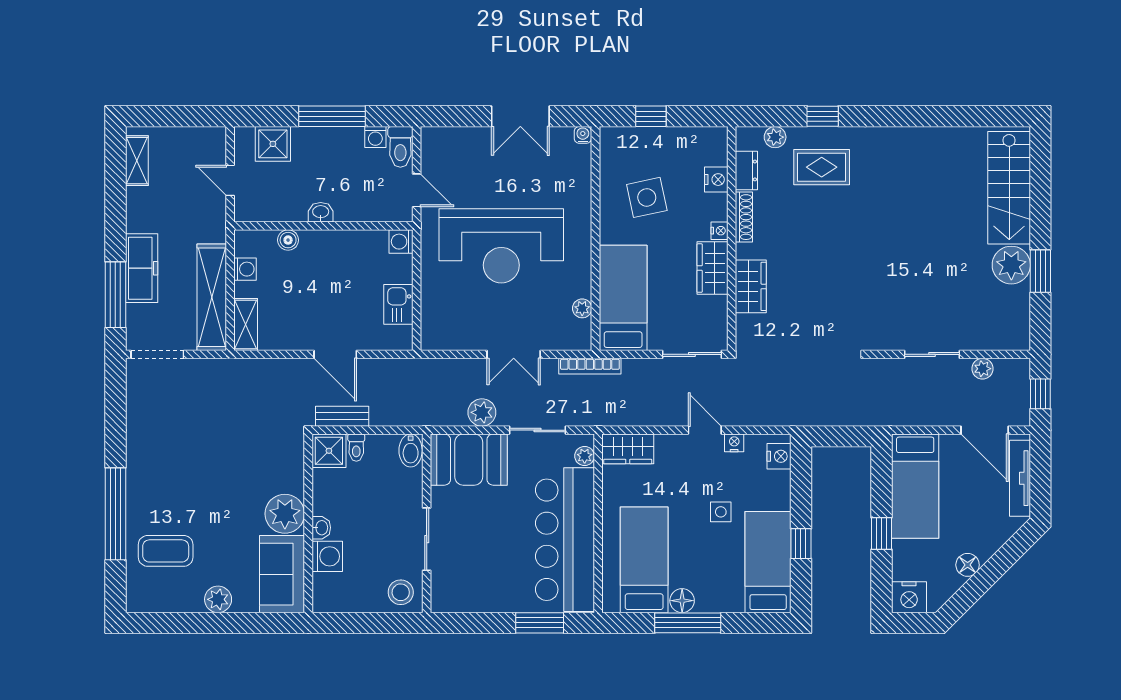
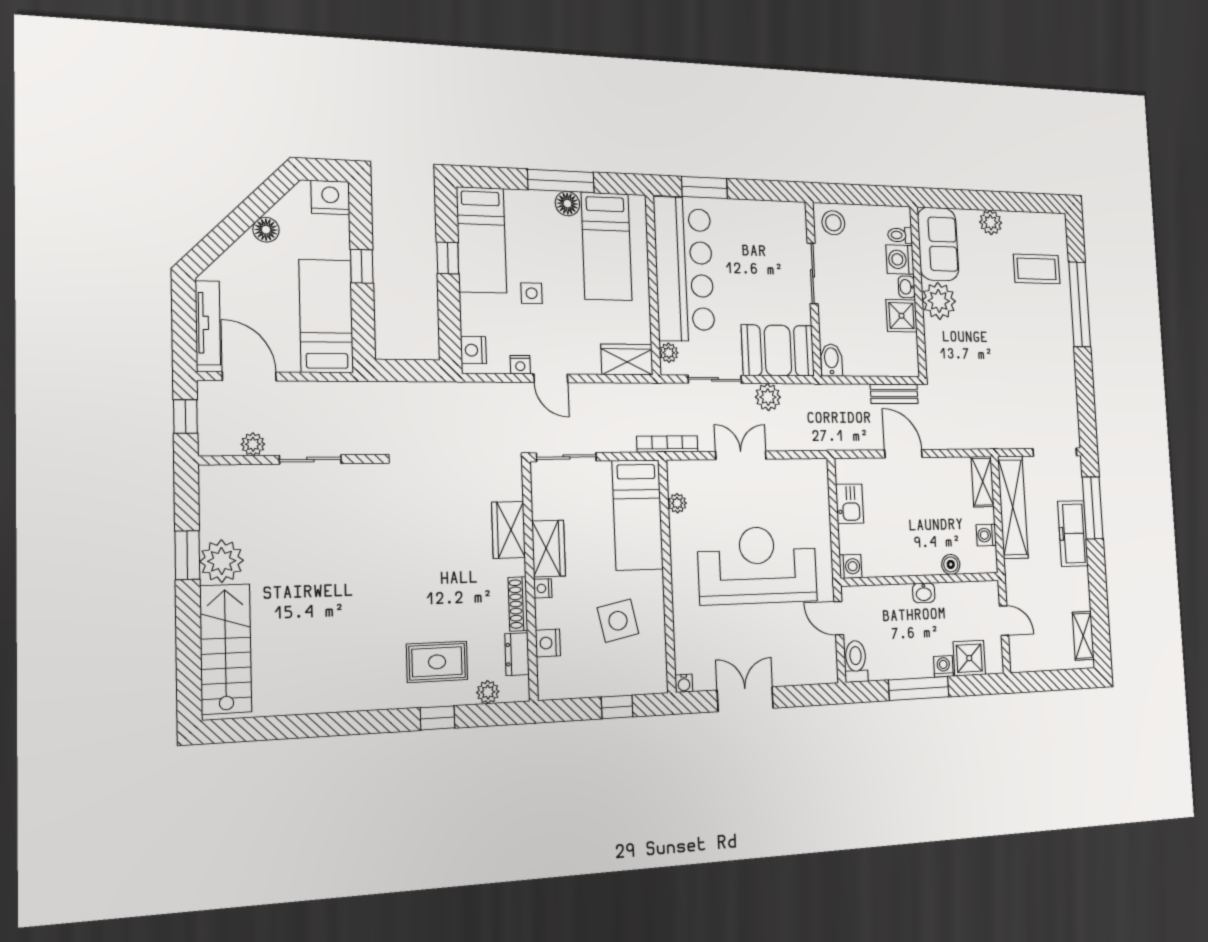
washing machine: (375, 137) -> (943, 666), moved
toilet: (356, 448) -> (900, 235), moved, turned -90
shower: (329, 451) -> (902, 316), moved

